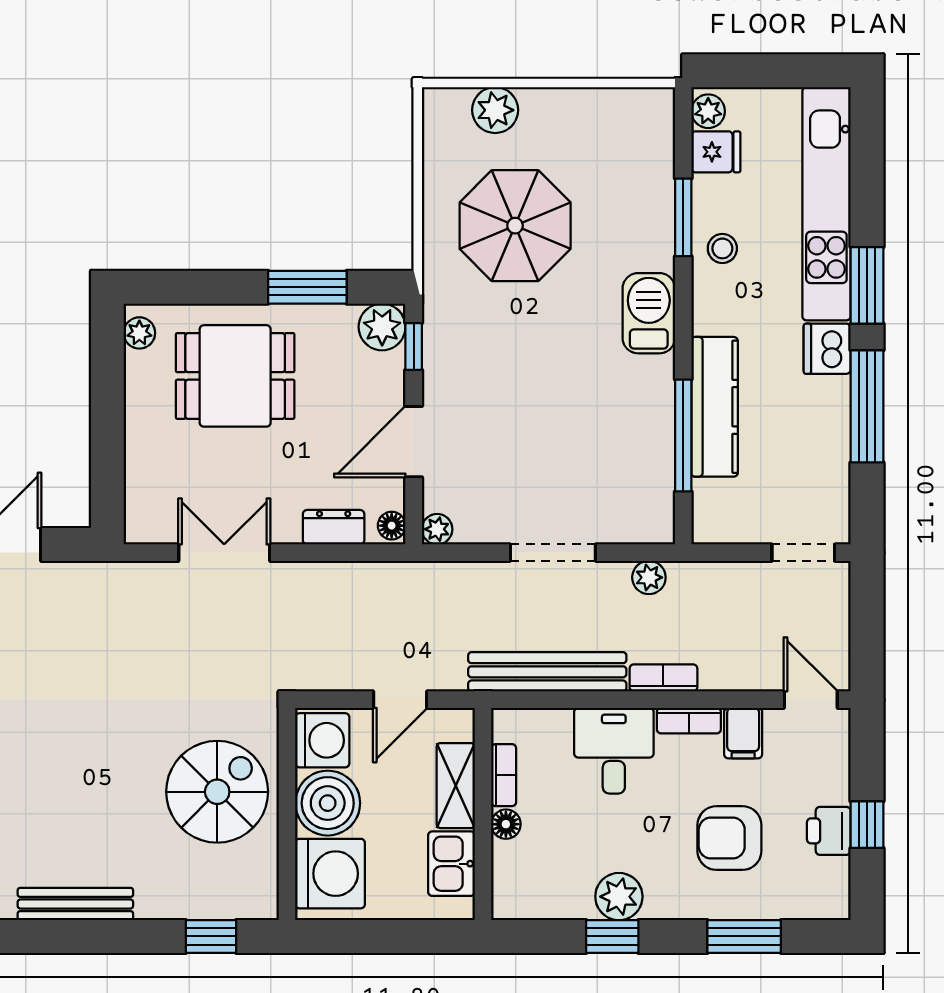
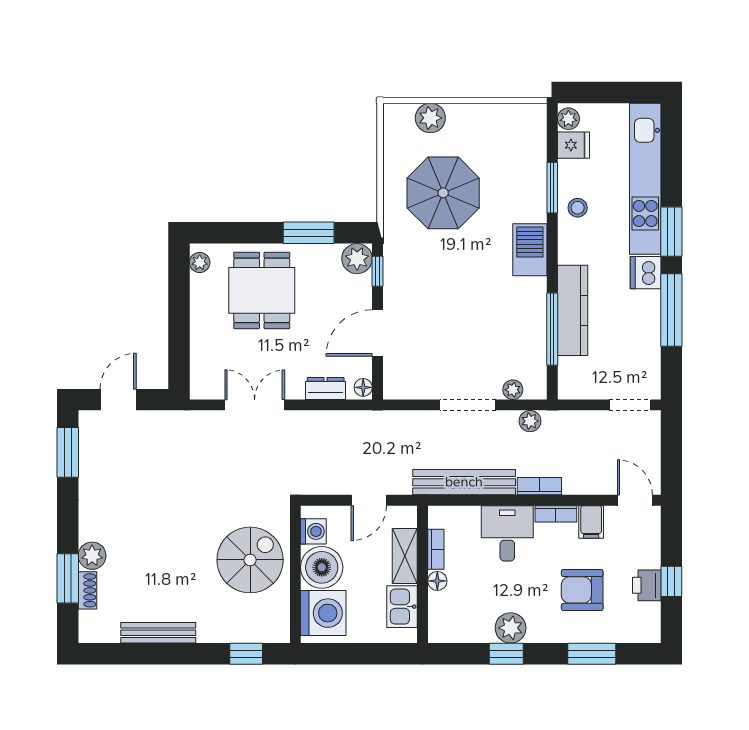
dining table: (235, 376) -> (262, 290), turned 90
plant: (437, 529) -> (513, 390), moved
washing machine: (322, 740) -> (313, 531), width x0.73, depth x0.73

